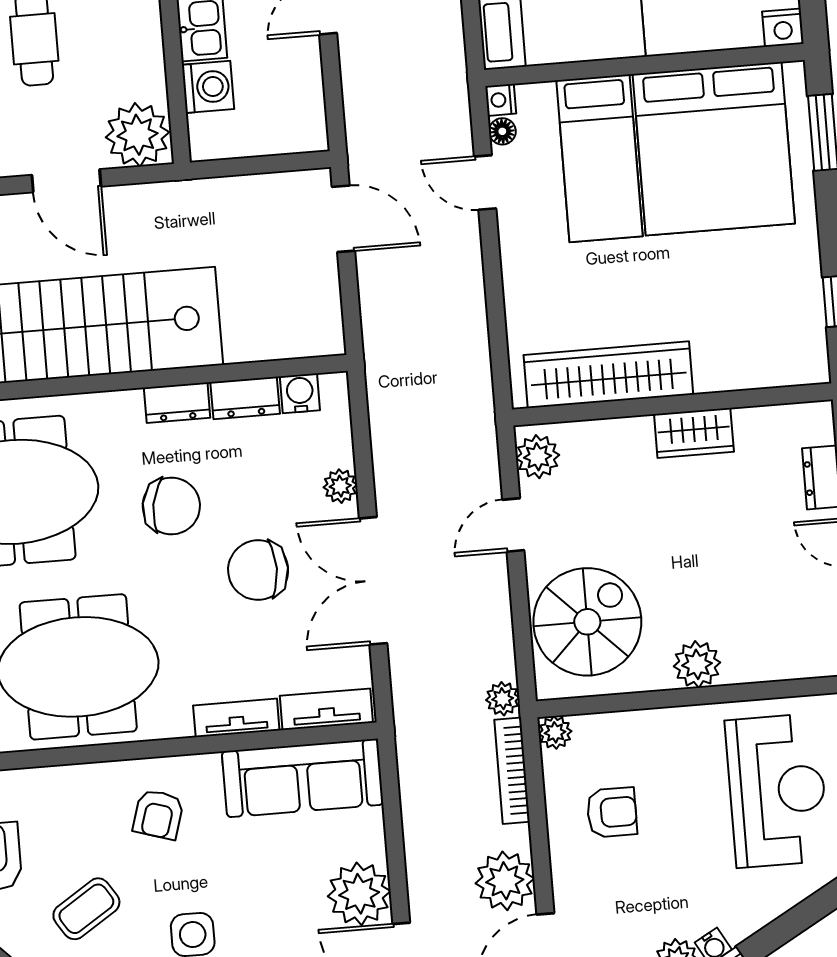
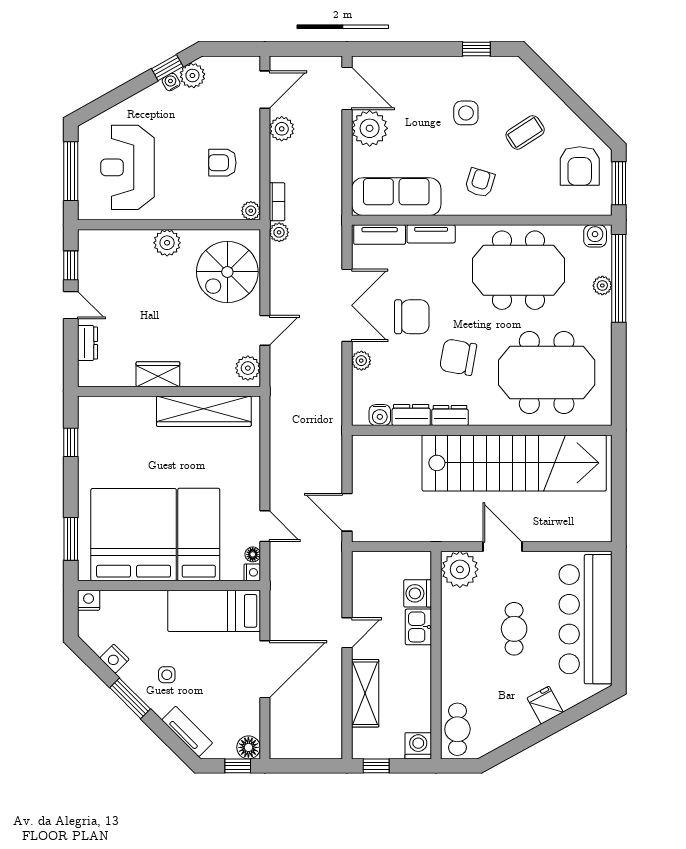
bookcase: (512, 771) -> (277, 202), width x0.64
plant: (505, 881) -> (282, 129), width x0.73, depth x0.73

